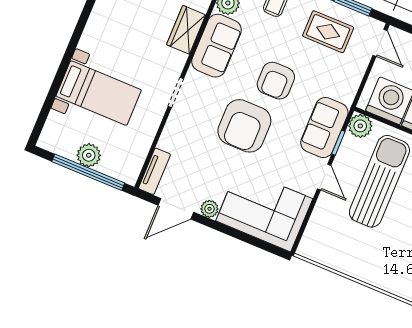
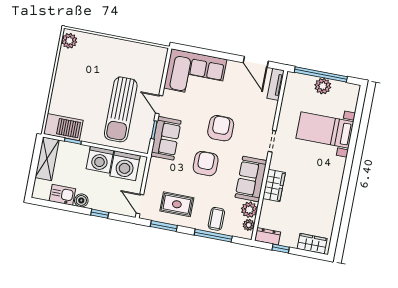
armchair: (244, 126) -> (221, 128), width x0.73, depth x0.73
plant: (360, 126) -> (142, 145), removed
door: (176, 209) -> (256, 62), swing flipped
plant: (209, 209) -> (233, 67), removed

